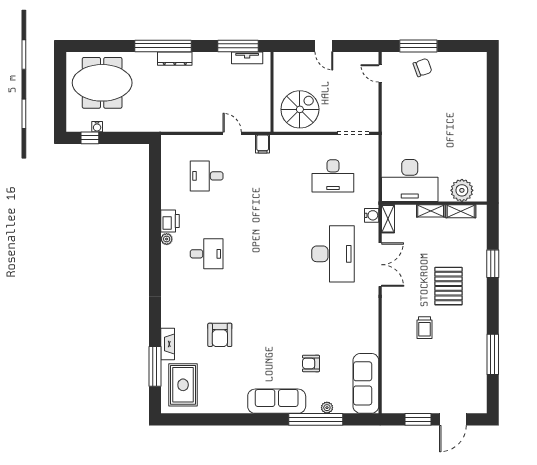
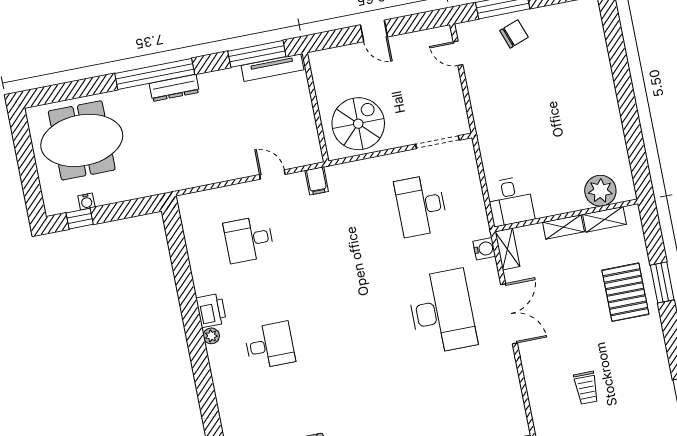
tv unit: (247, 58) -> (272, 68), width x1.41
desk: (333, 176) -> (421, 206), turned 90
desk: (410, 180) -> (510, 201), width x0.53, depth x0.77
pallet: (449, 286) -> (625, 292), moved

